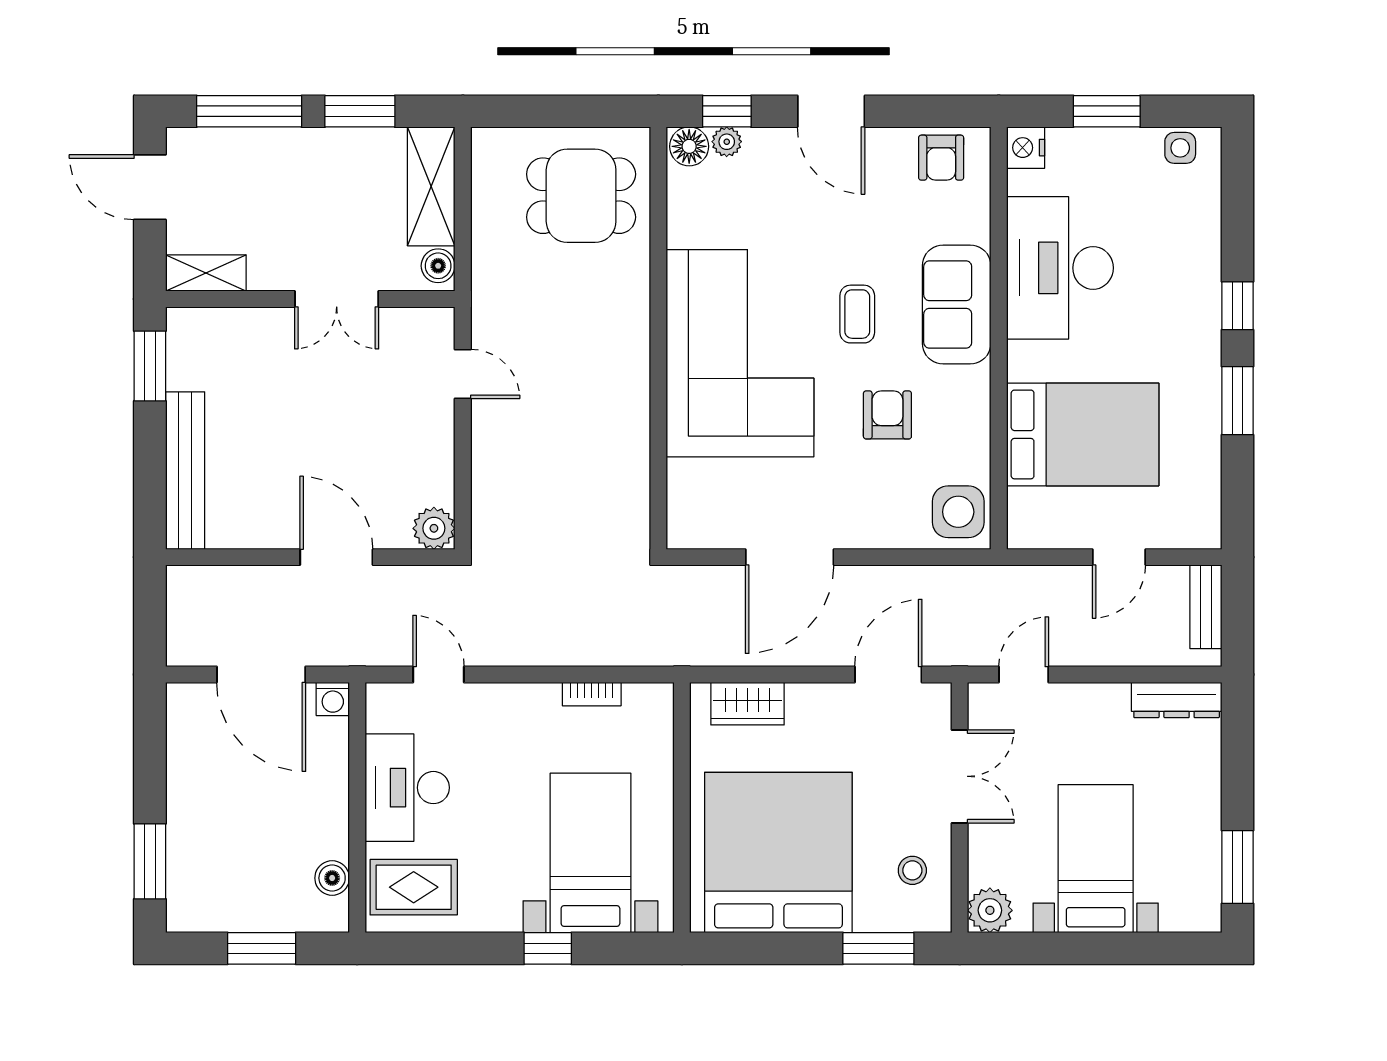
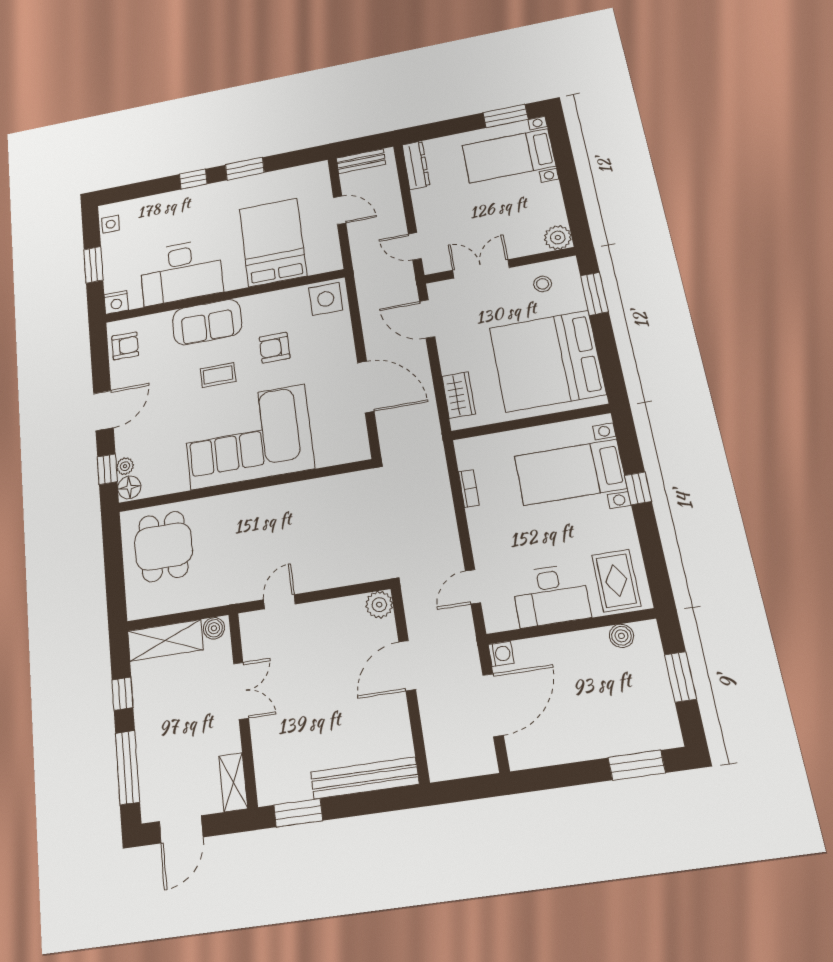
window: (360, 111) -> (122, 694), width x0.67
bed with nightstands: (1096, 859) -> (509, 156), moved

